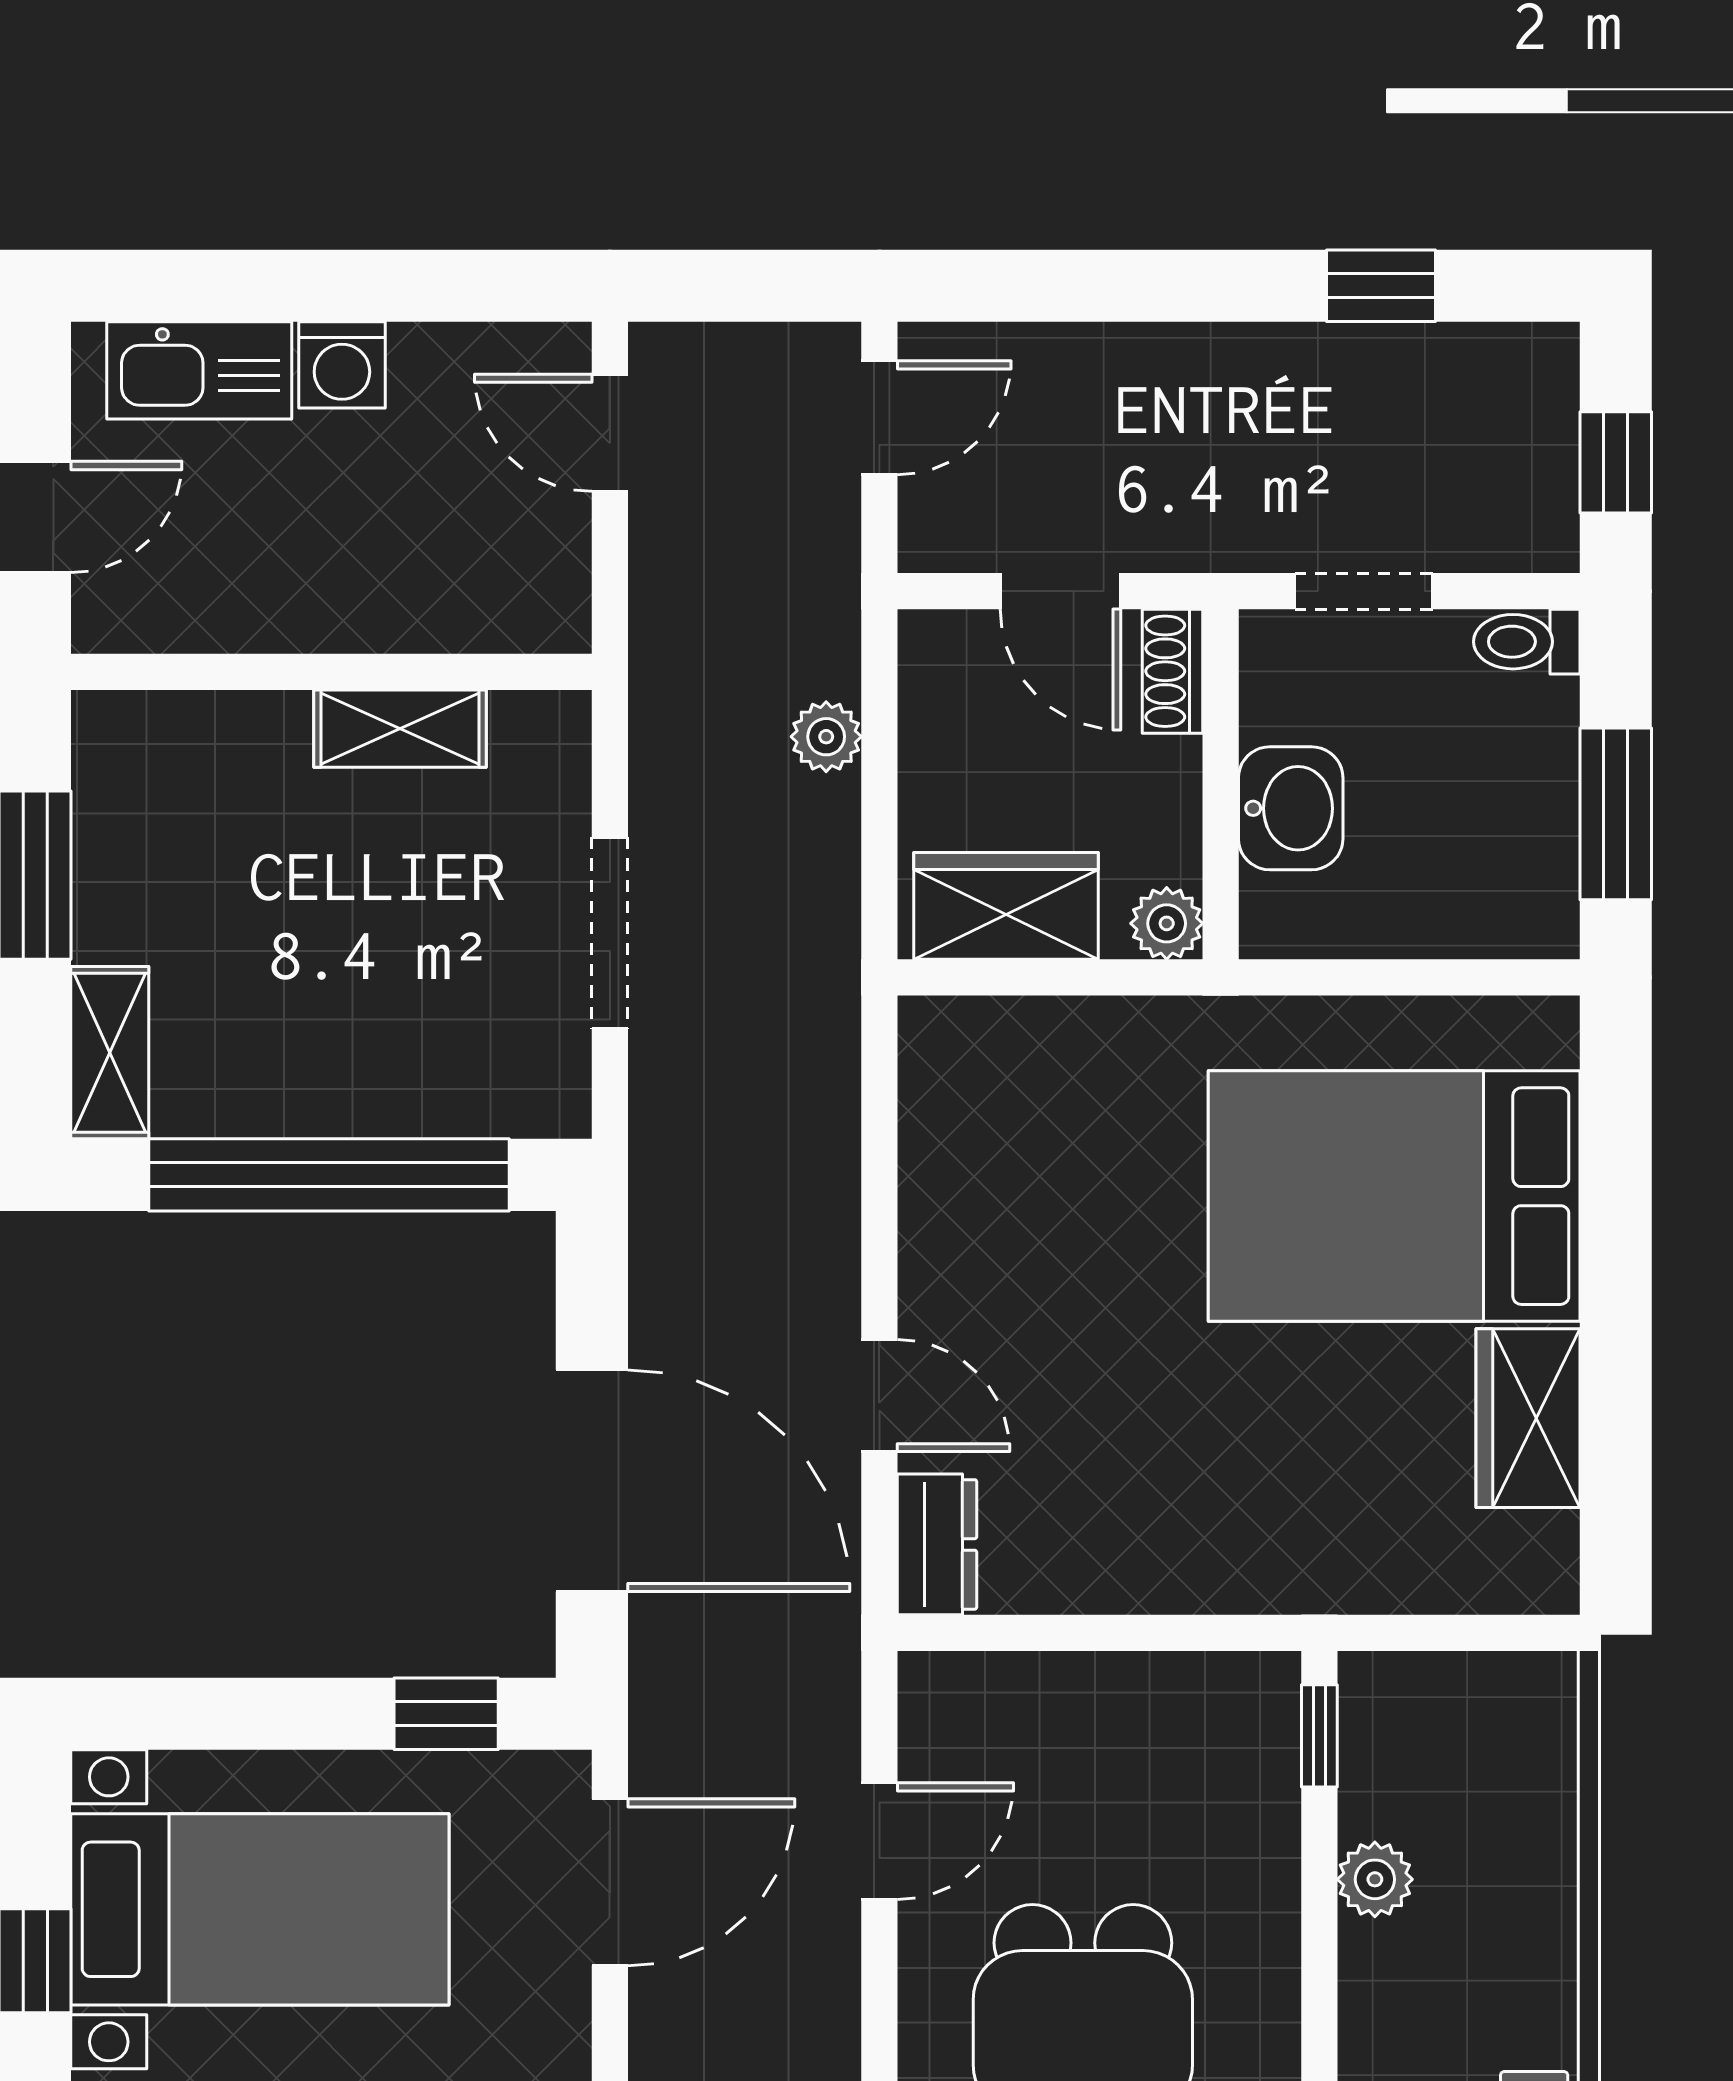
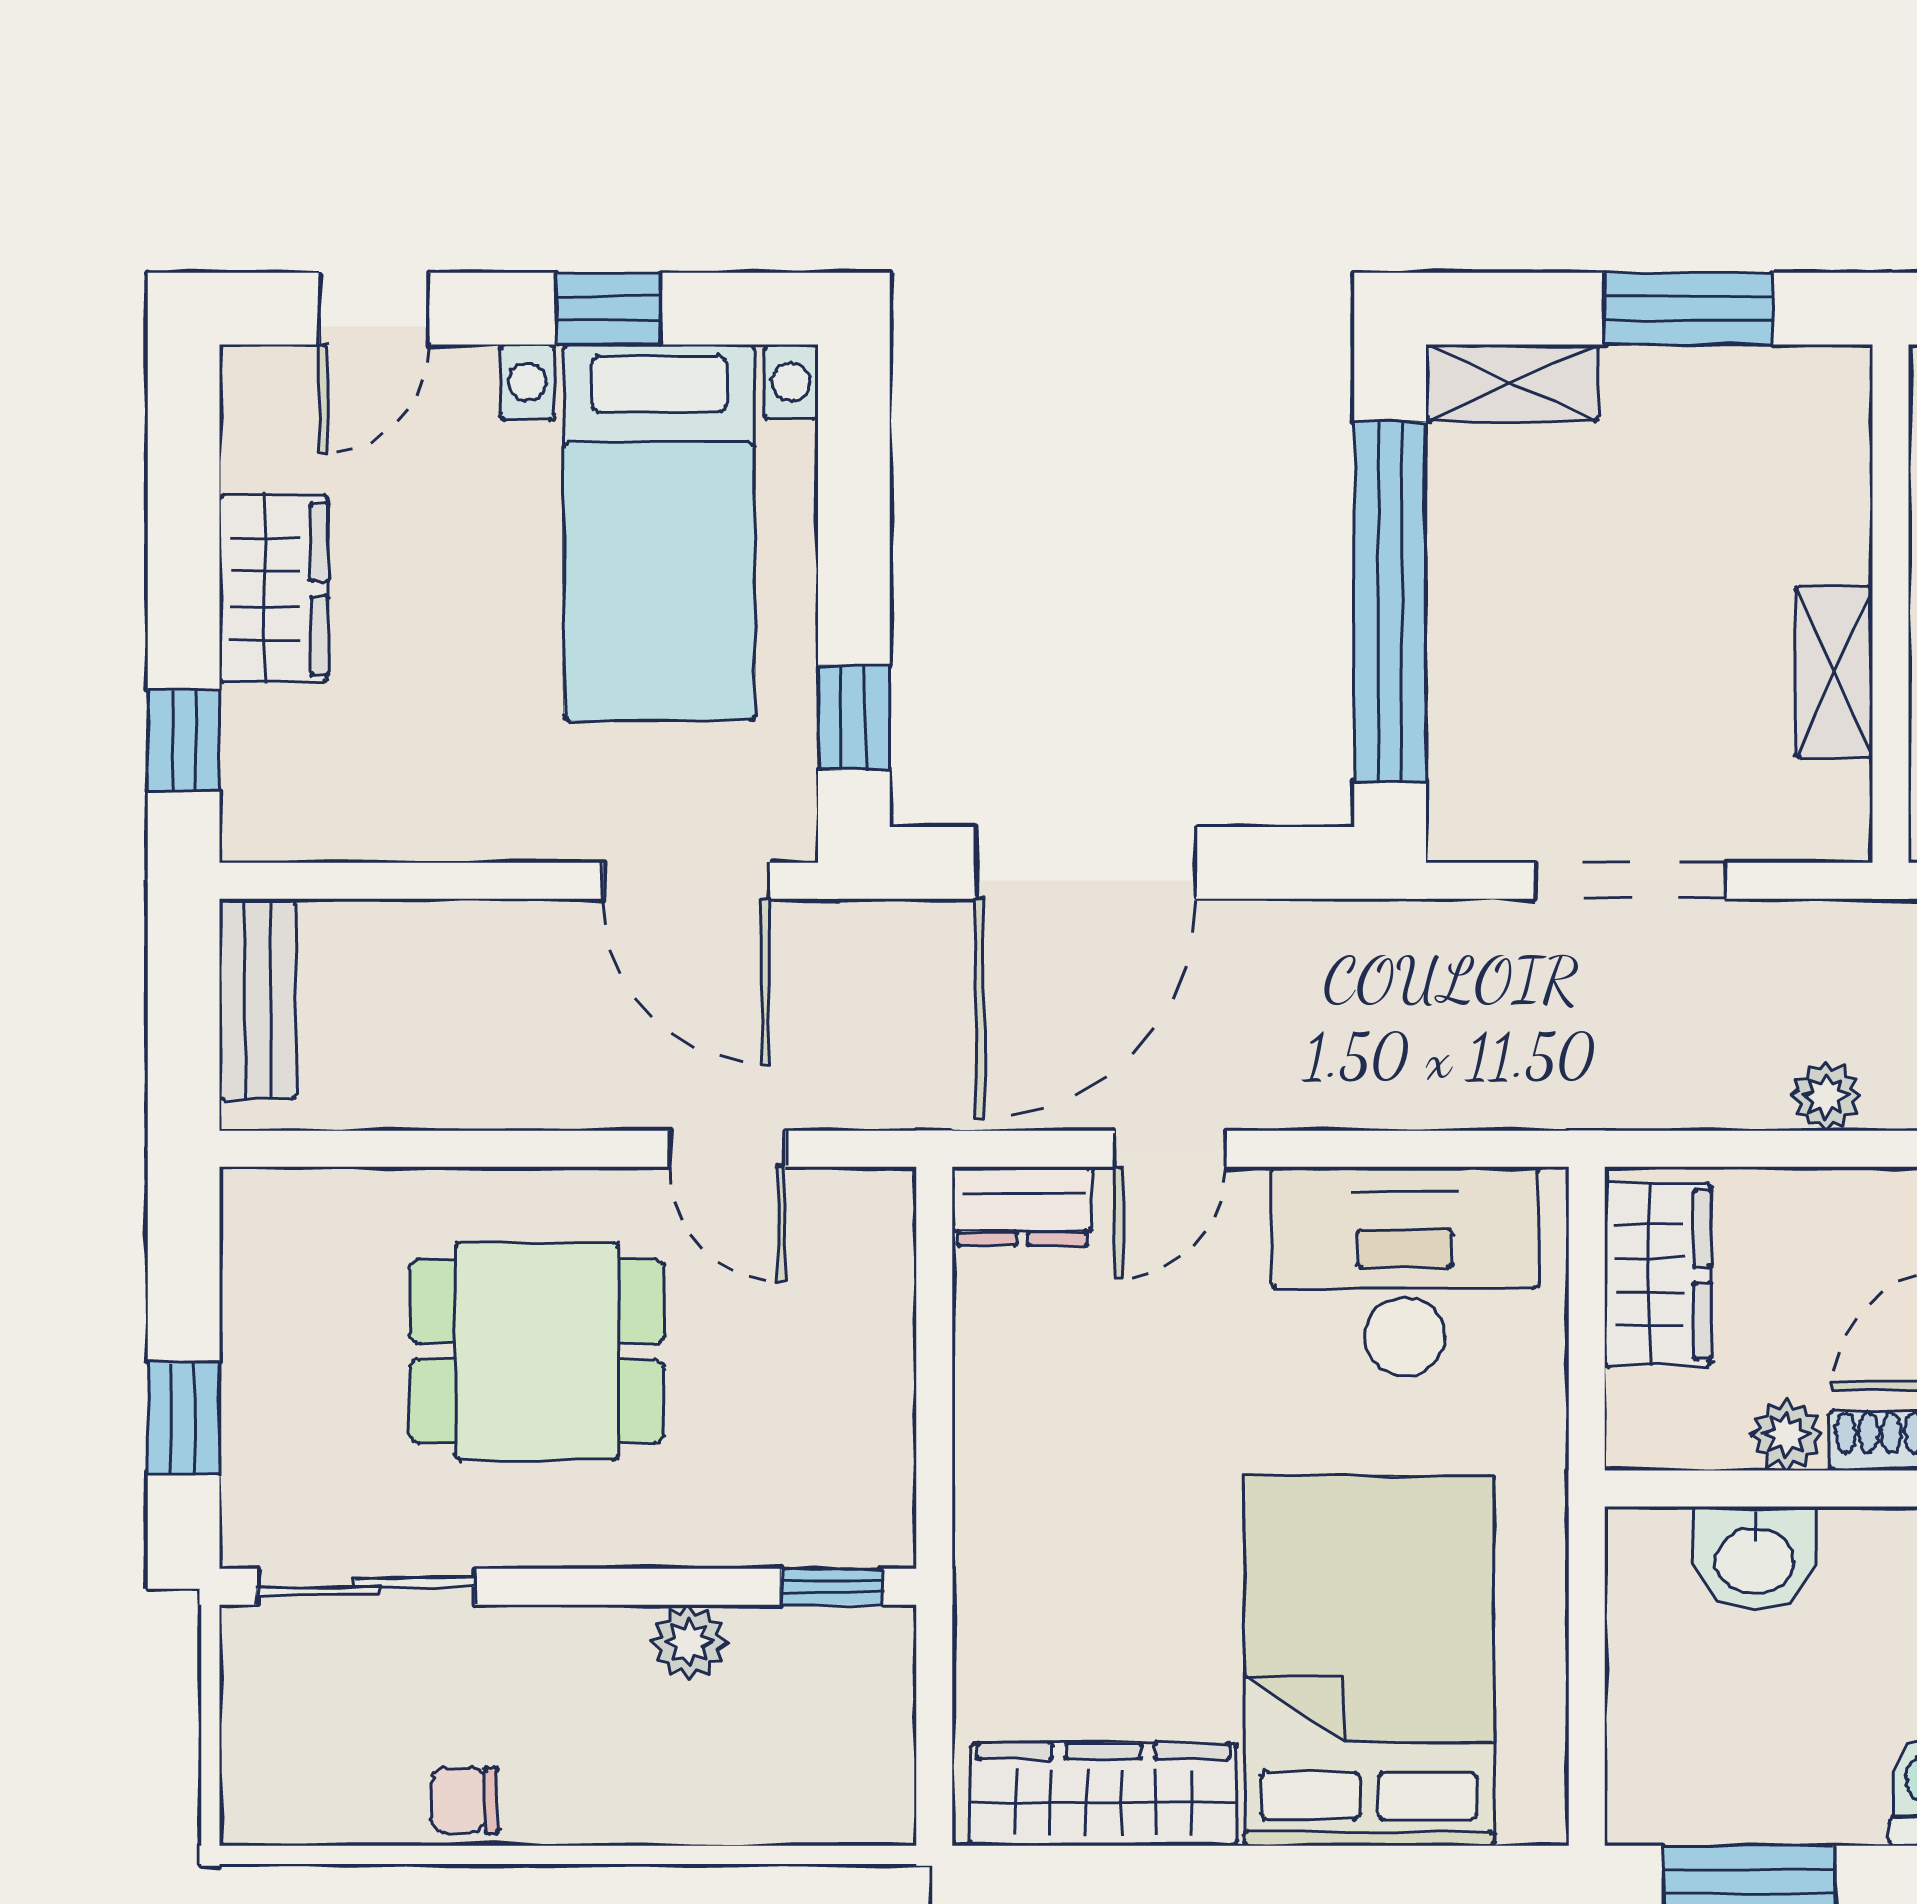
plant: (1167, 923) -> (1786, 1435), moved
desk: (1003, 1160) -> (1405, 1272), added
wardrobe: (1528, 1418) -> (1103, 1794), width x1.50

